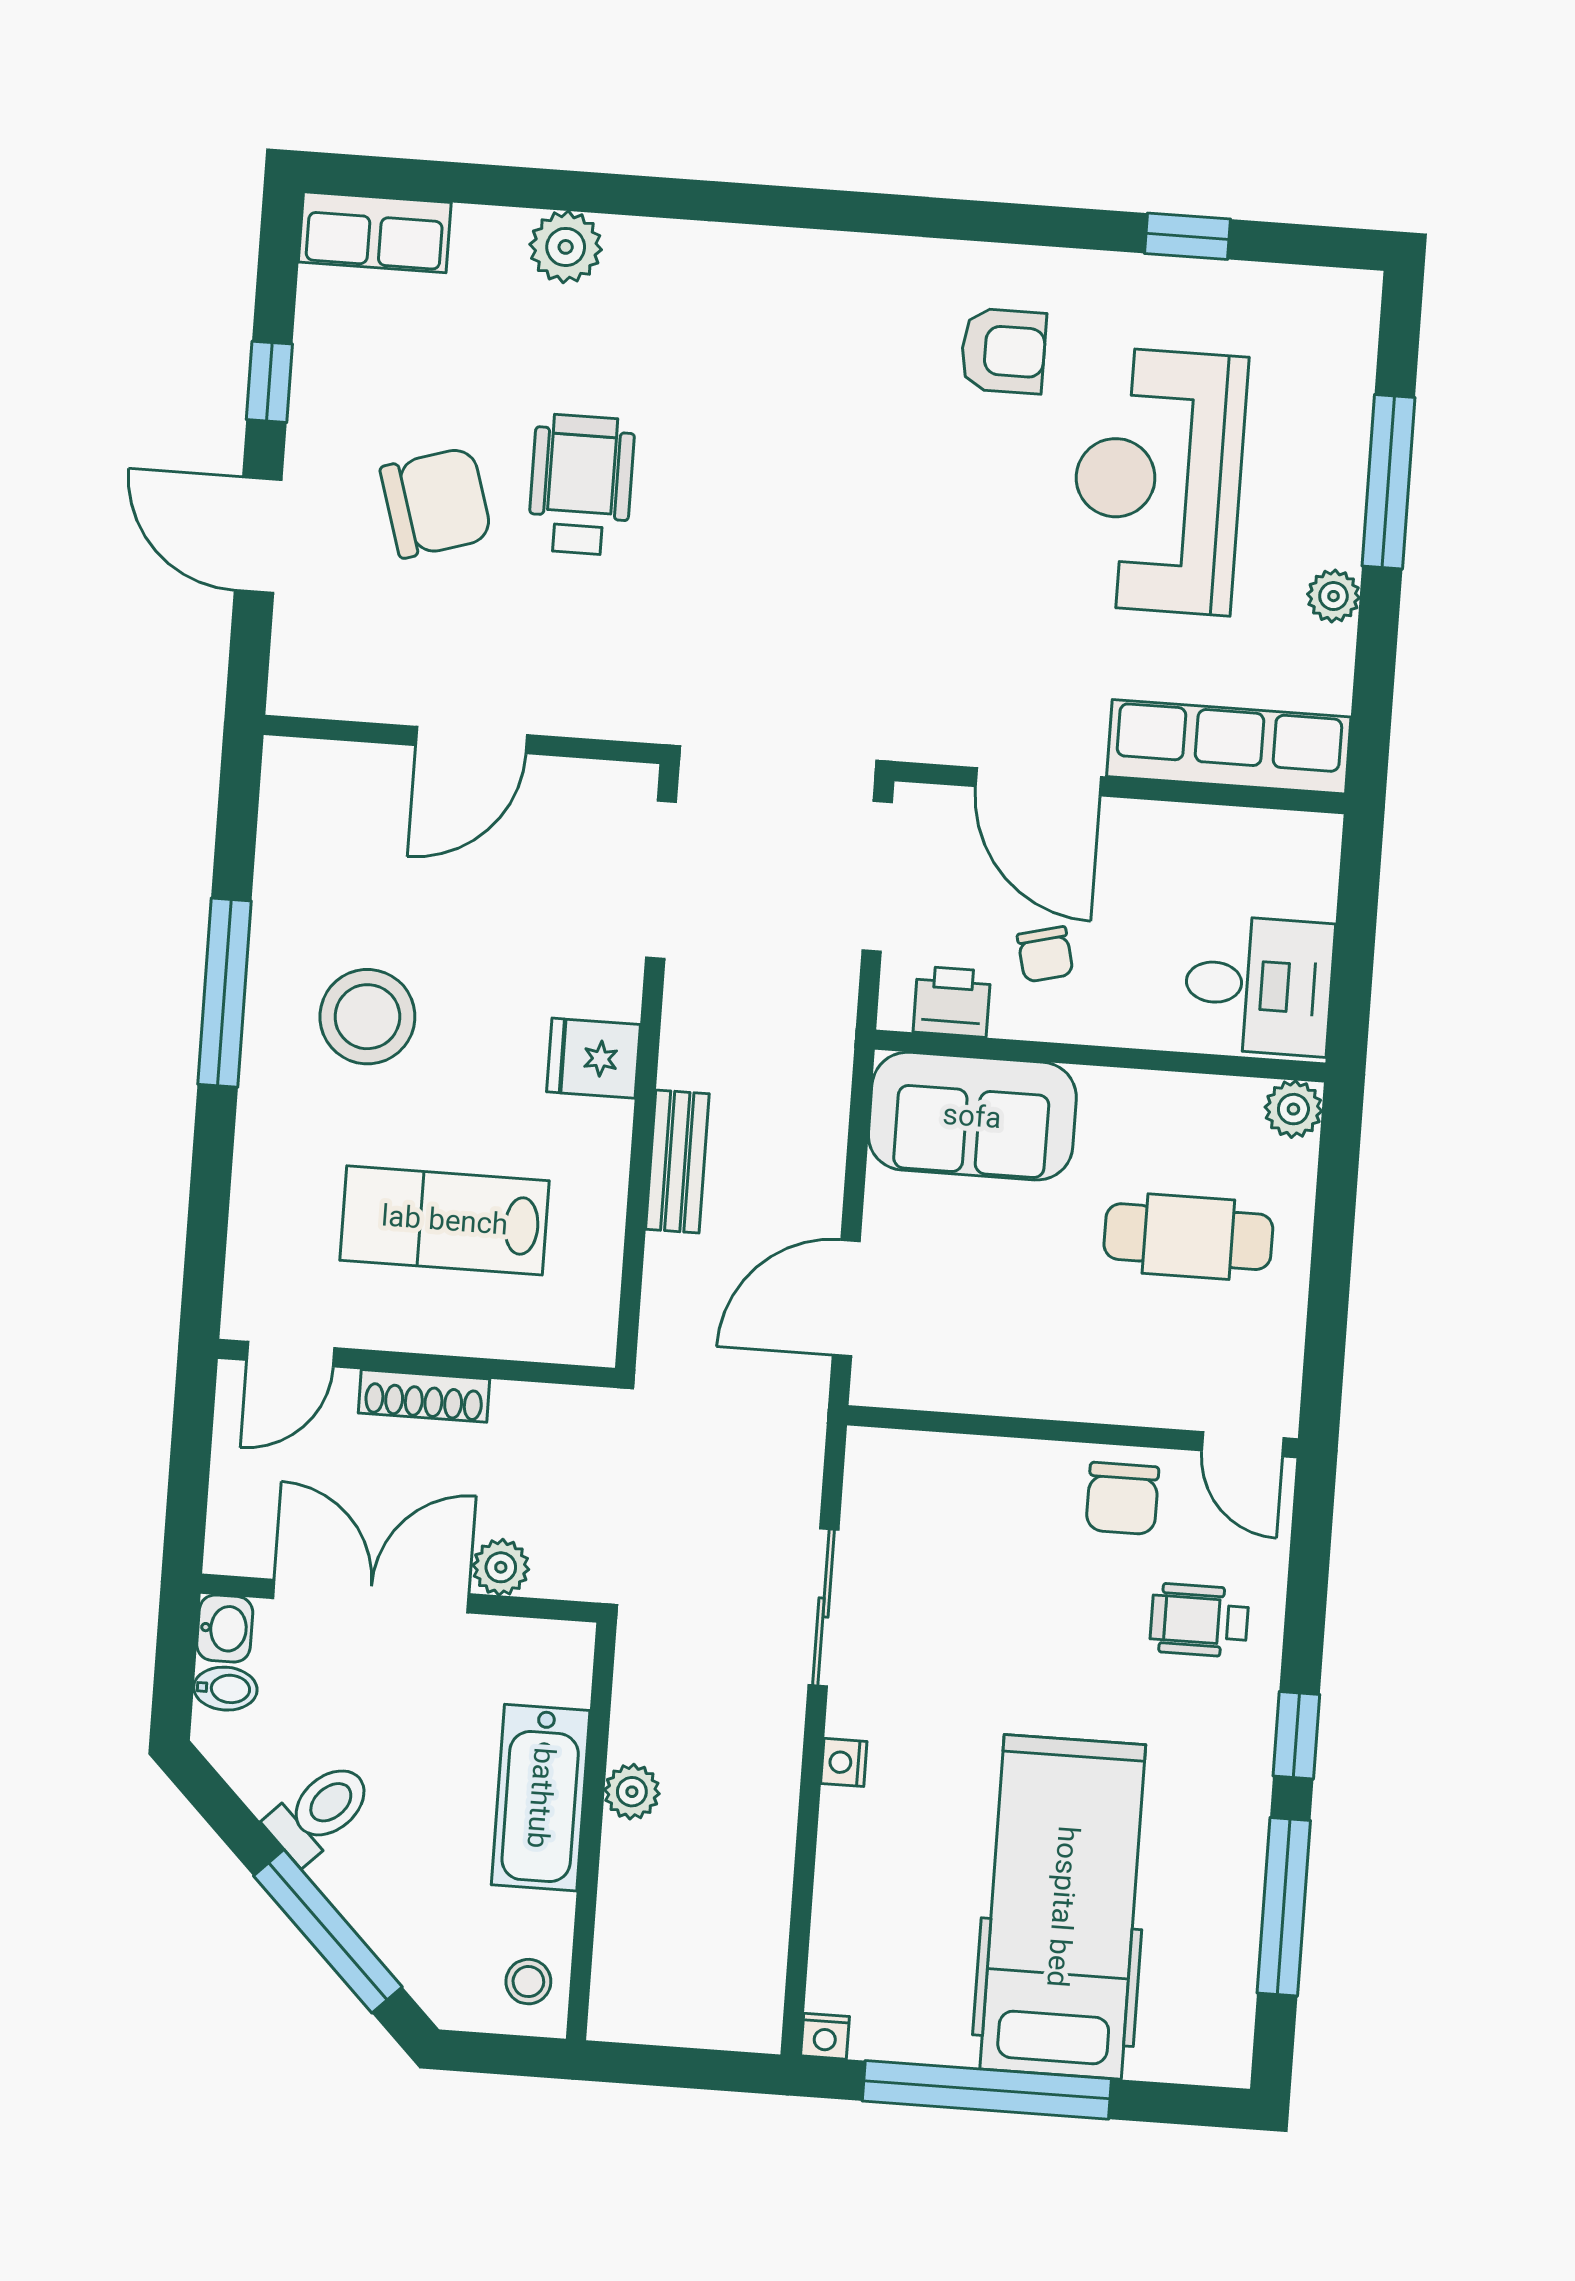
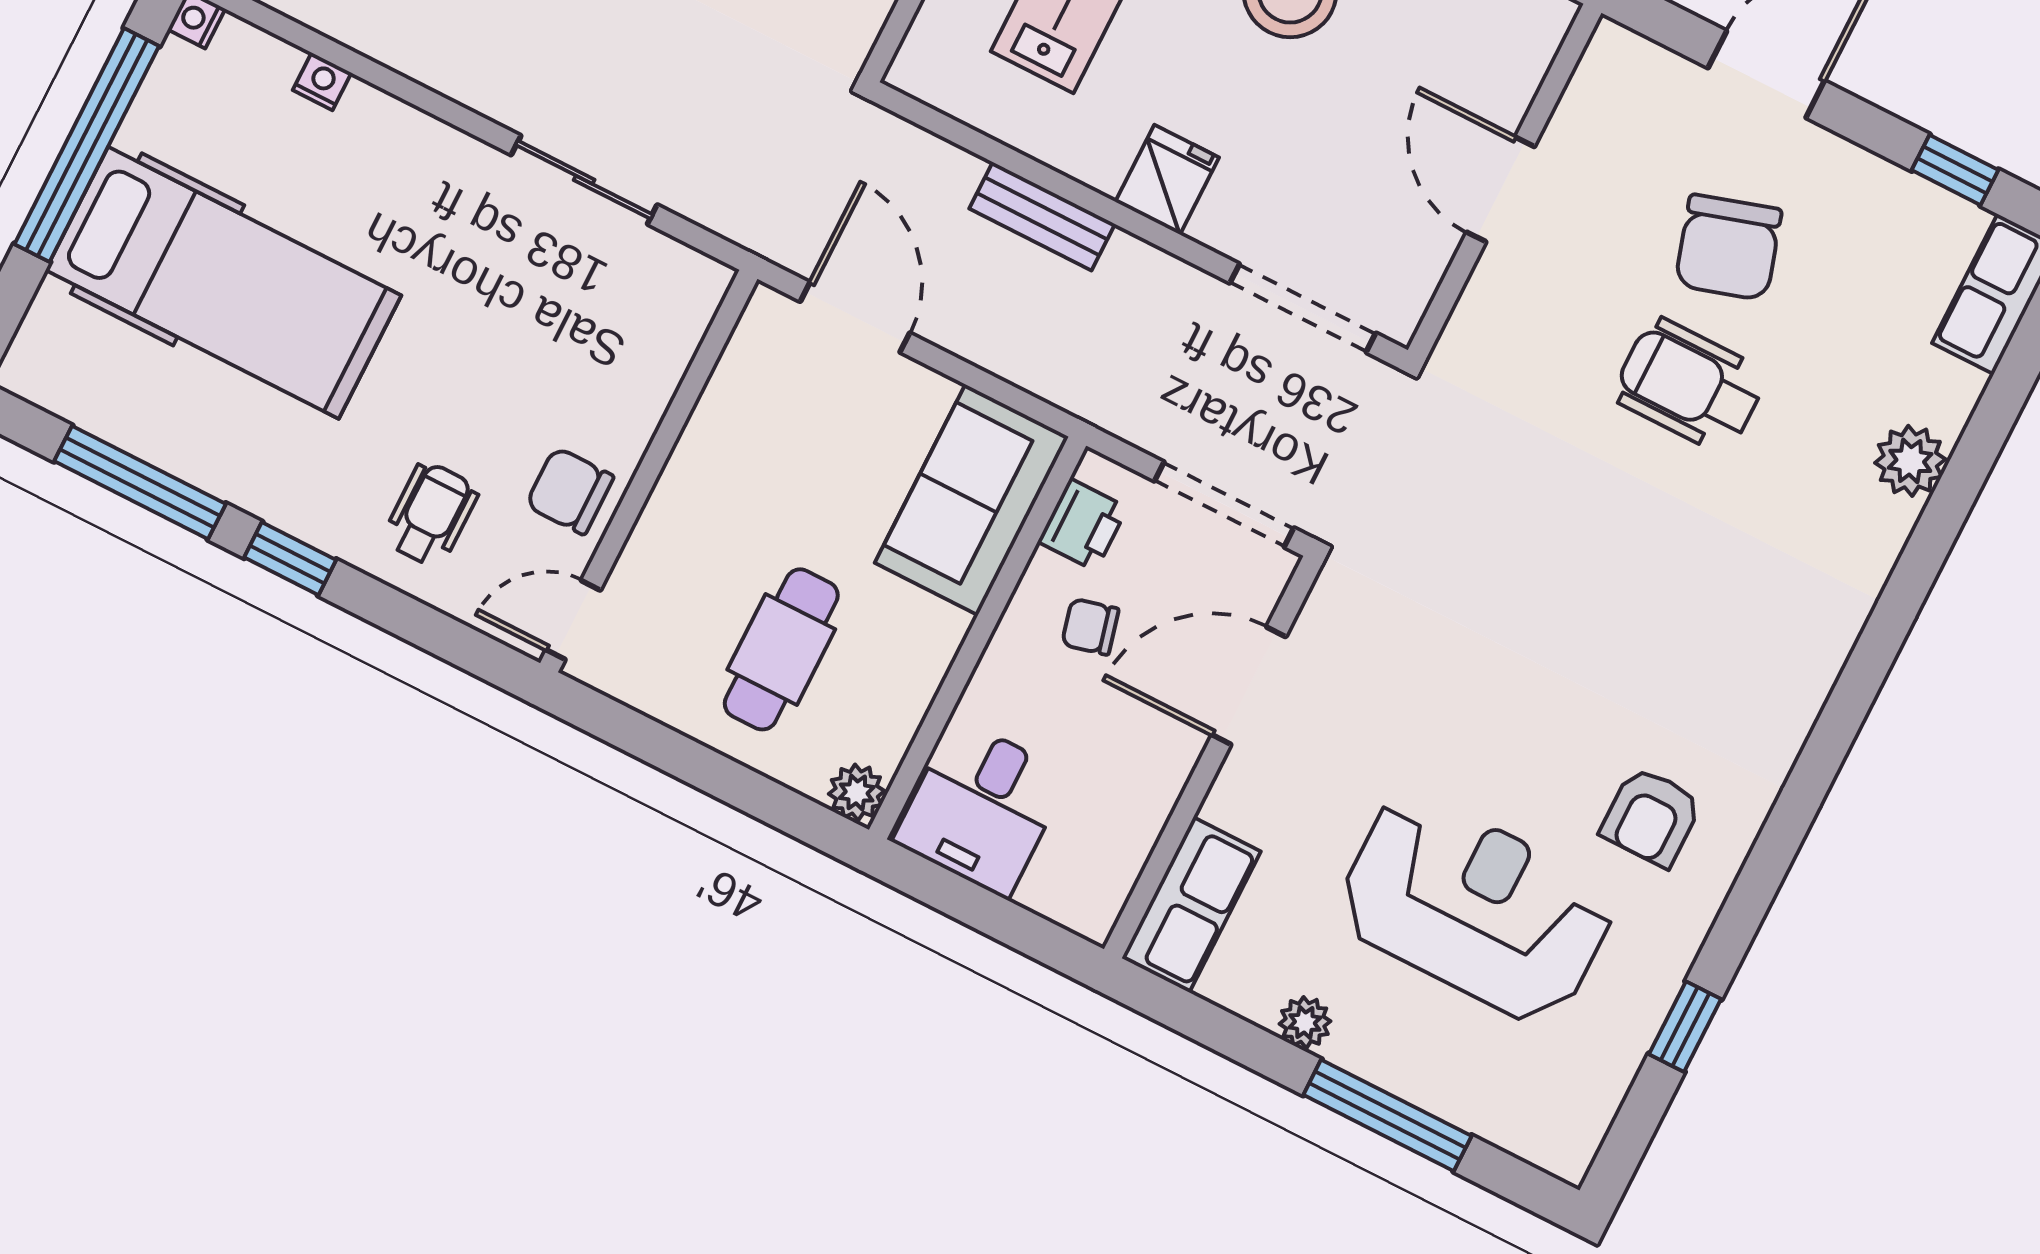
window: (269, 382) -> (1955, 170), moved
wheelchair: (581, 485) -> (1690, 385), turned 180
row of seats: (1229, 747) -> (1191, 905), width x0.68
nightstand: (844, 1762) -> (322, 81), moved

